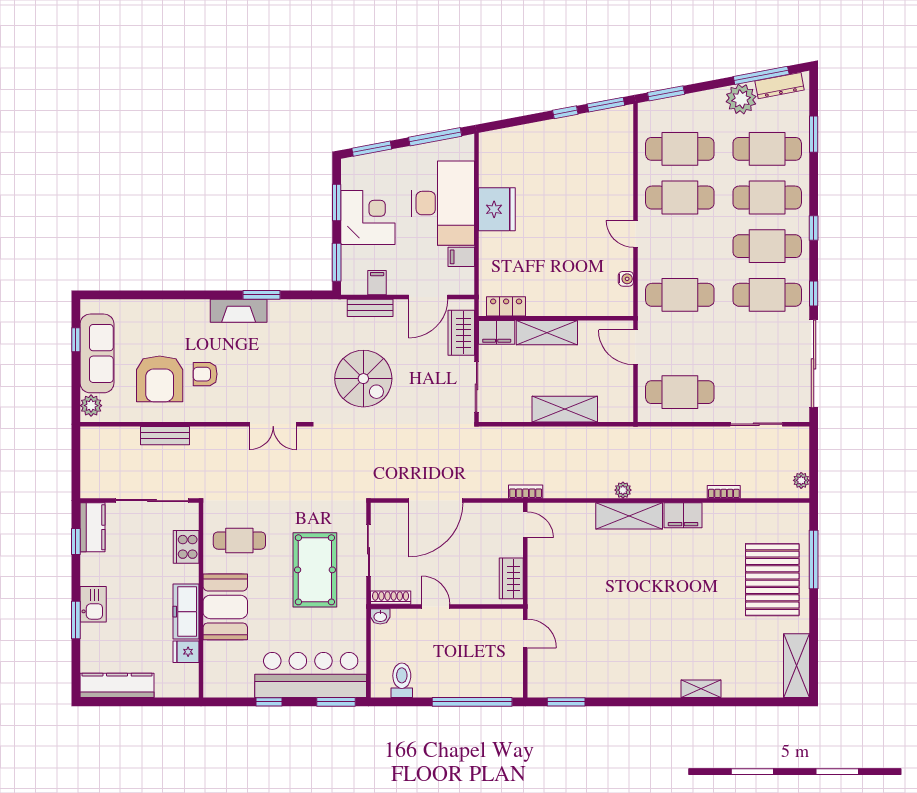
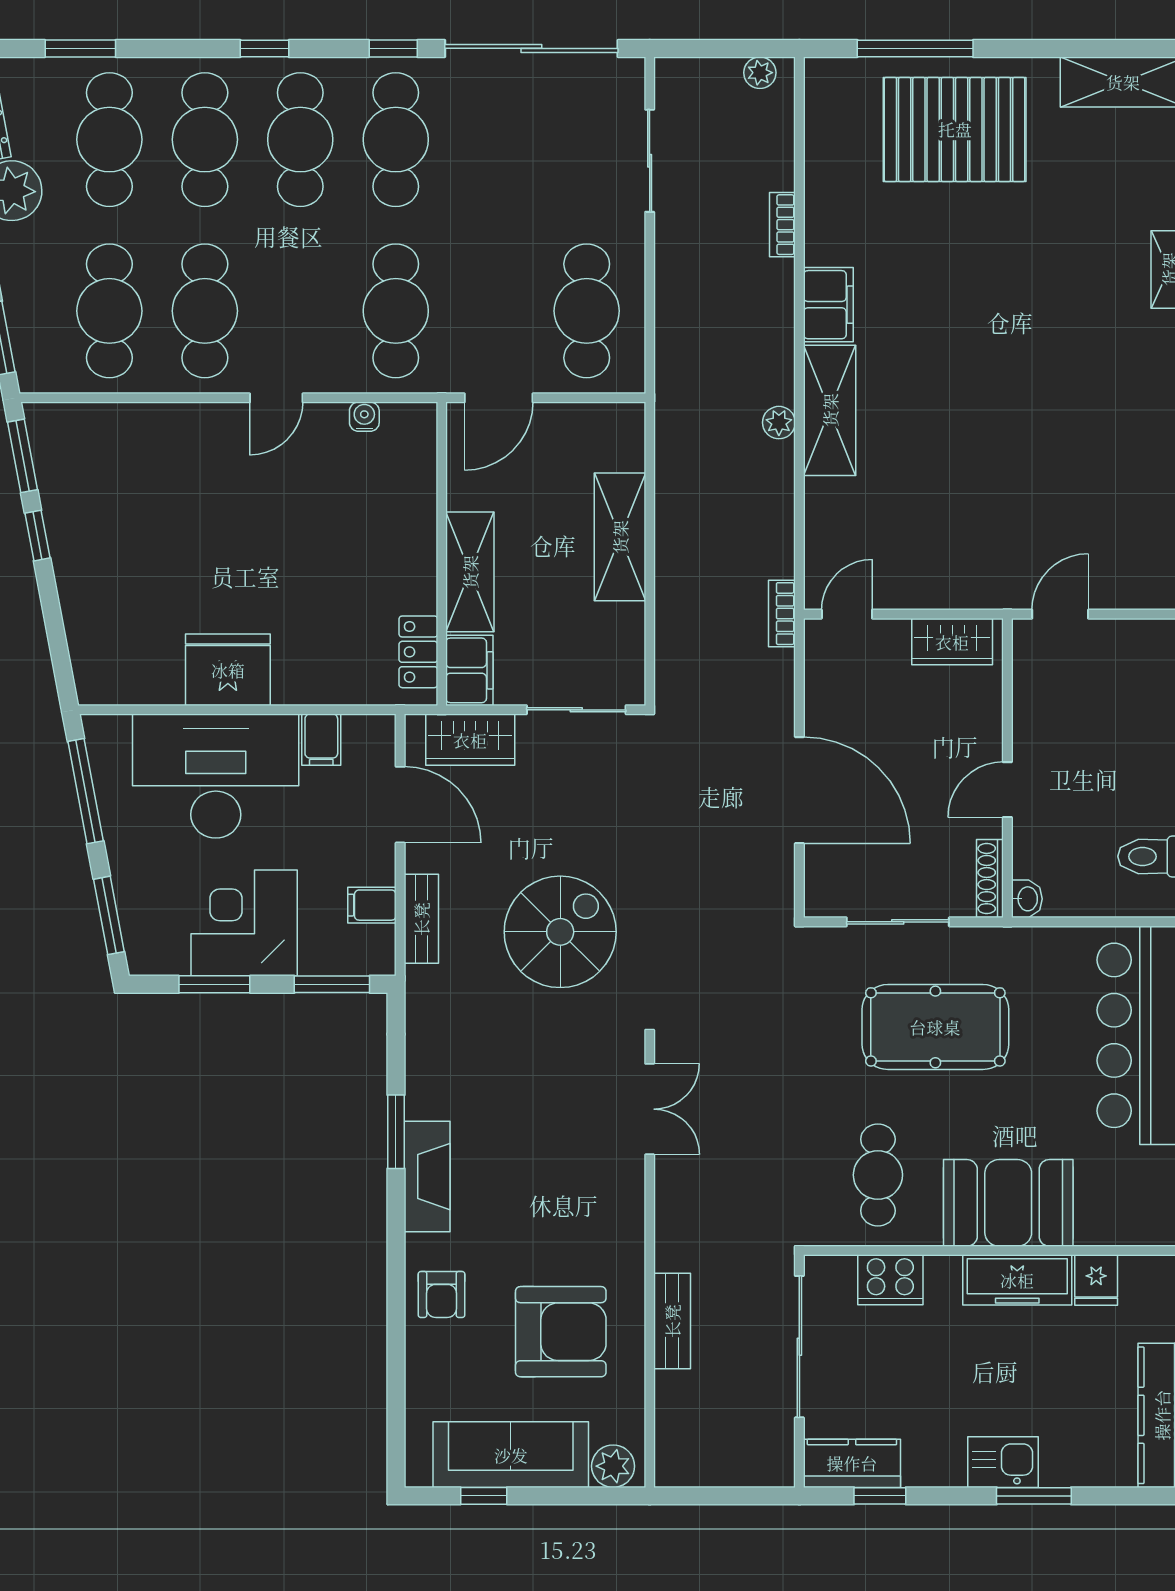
armchair: (205, 374) -> (441, 1294), moved

